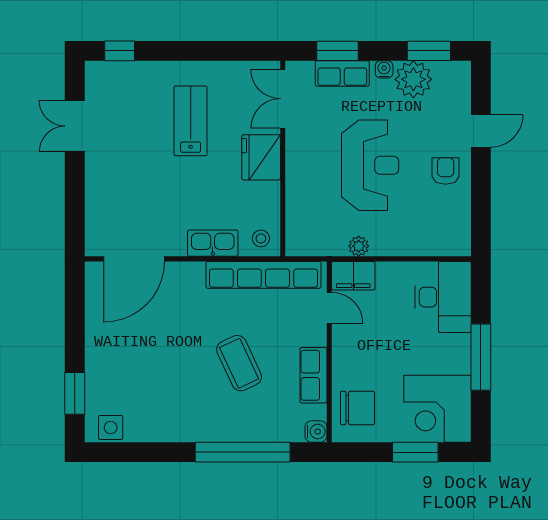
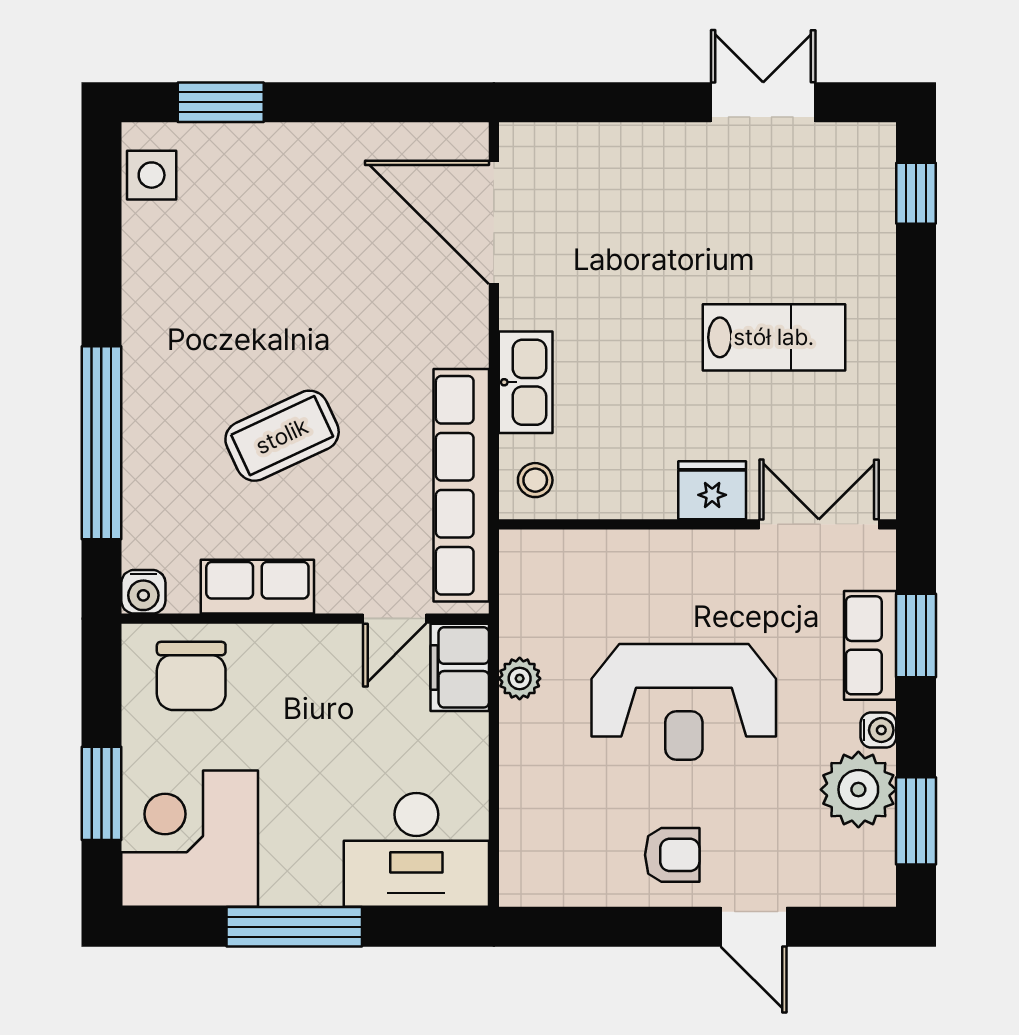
fridge: (261, 157) -> (712, 490), width x0.73, depth x0.75

